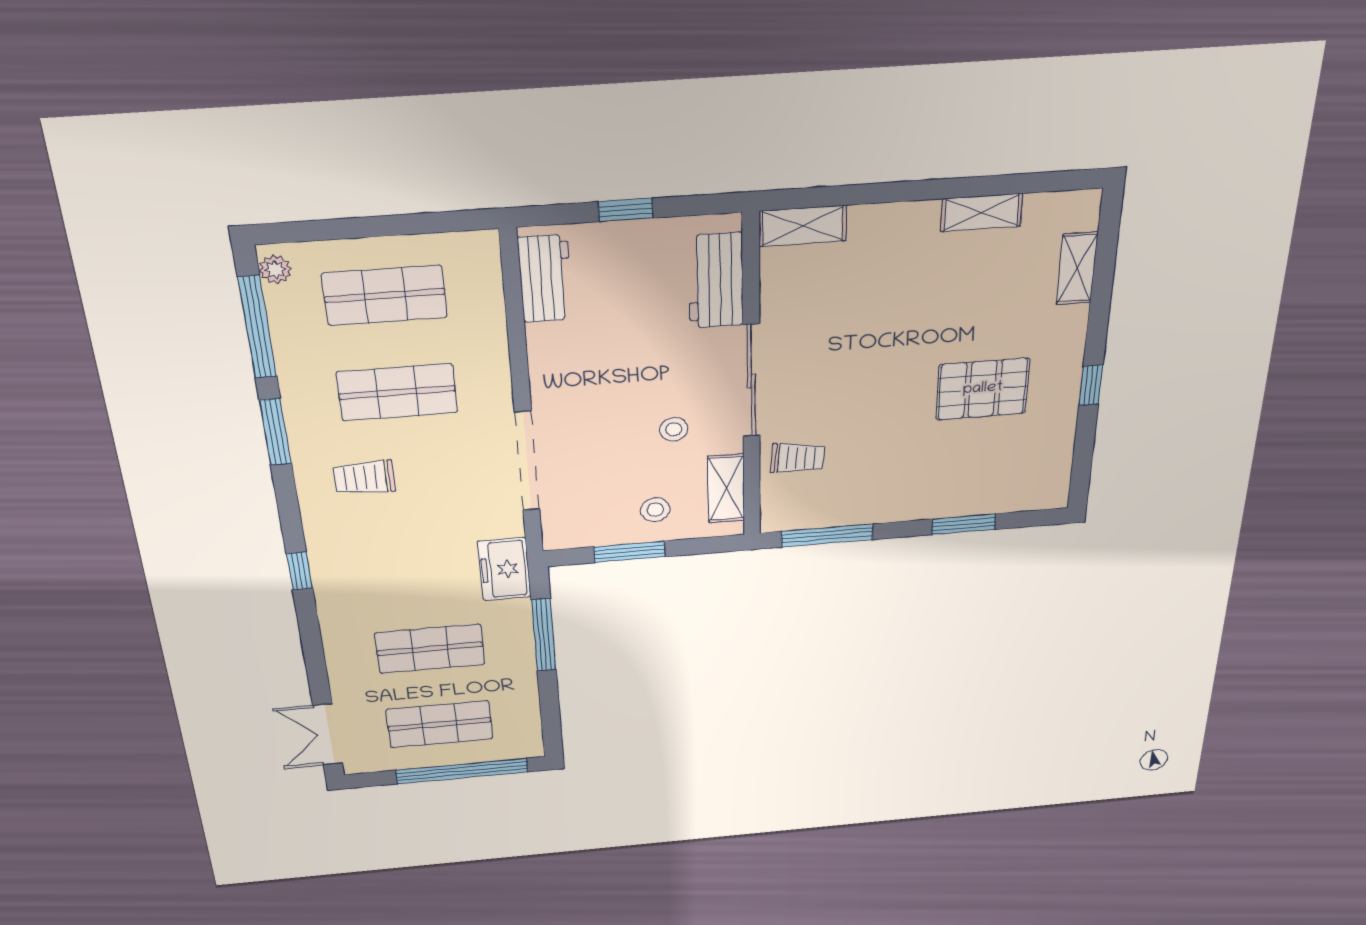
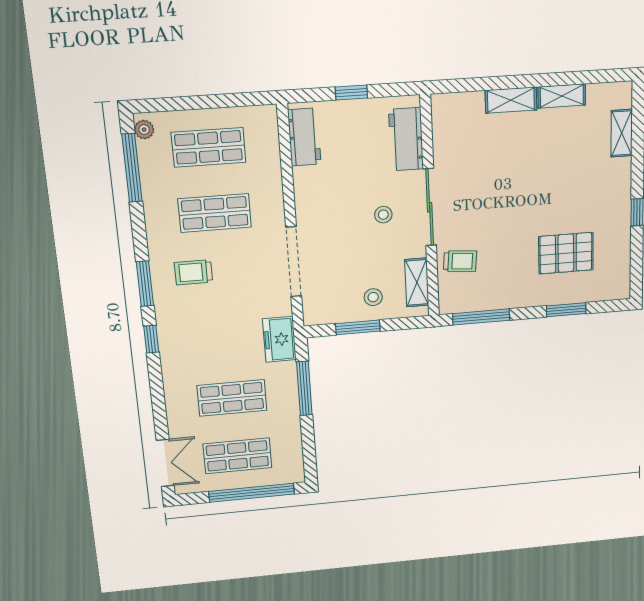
shelving: (803, 226) -> (511, 100), moved
pallet: (983, 389) -> (566, 253), moved
stool: (674, 429) -> (383, 215), moved
window: (275, 432) -> (145, 284), moved
double door: (328, 735) -> (165, 463), swing flipped

